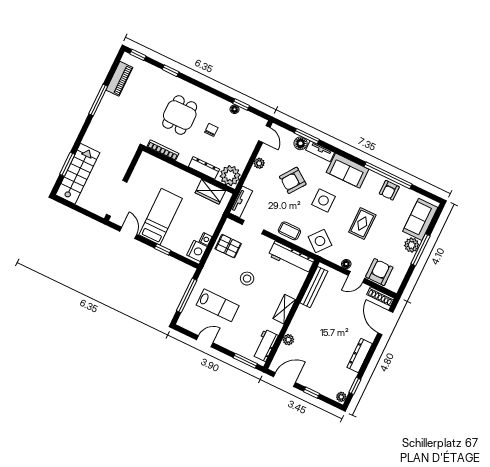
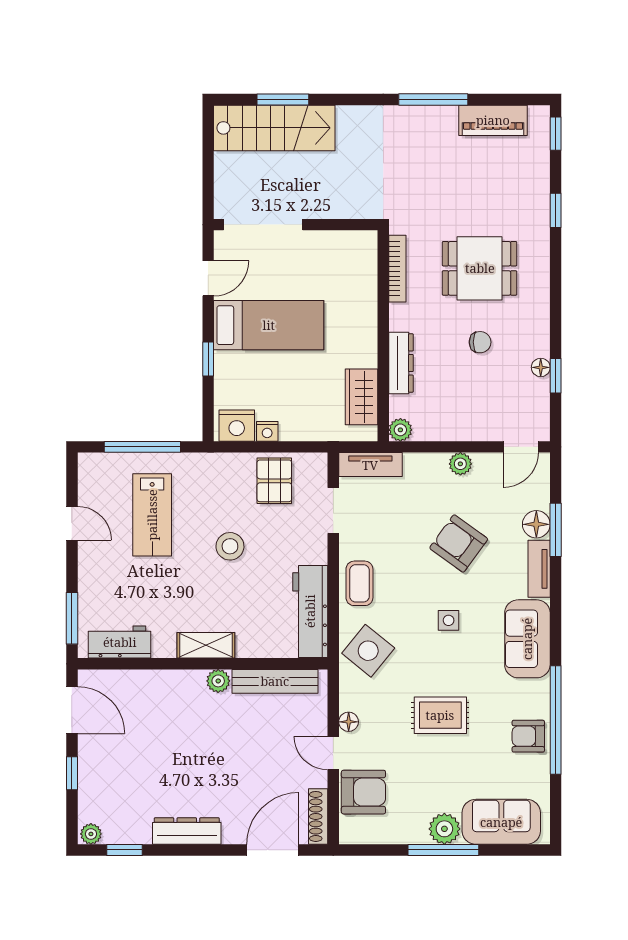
plant: (230, 176) -> (400, 430), width x0.53, depth x0.53
side table: (324, 200) -> (449, 620), width x0.54, depth x0.54
plant: (288, 340) -> (218, 681), moved

